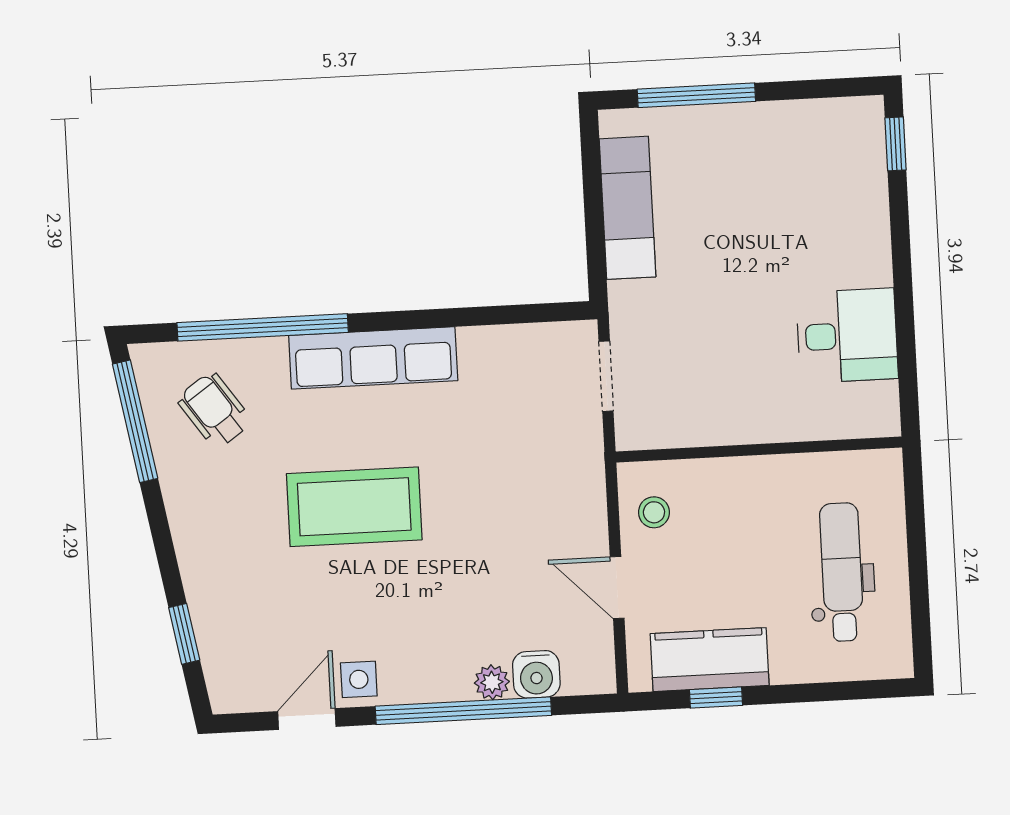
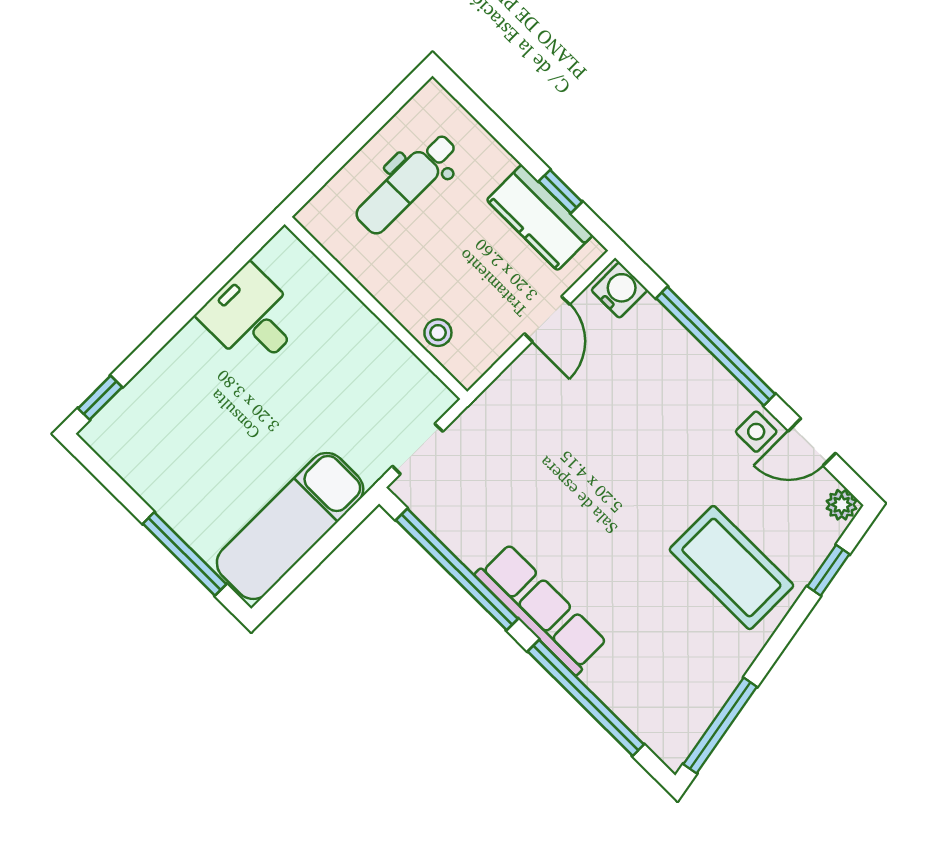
exam couch: (628, 208) -> (290, 526), width x1.36, depth x1.45
window: (472, 316) -> (457, 569), added
wheelchair: (214, 410) -> (667, 681), removed
coffee table: (354, 507) -> (731, 568), moved
stool: (654, 512) -> (438, 333), moved
water cooler: (536, 674) -> (619, 290), moved
plant: (492, 682) -> (842, 505), moved

